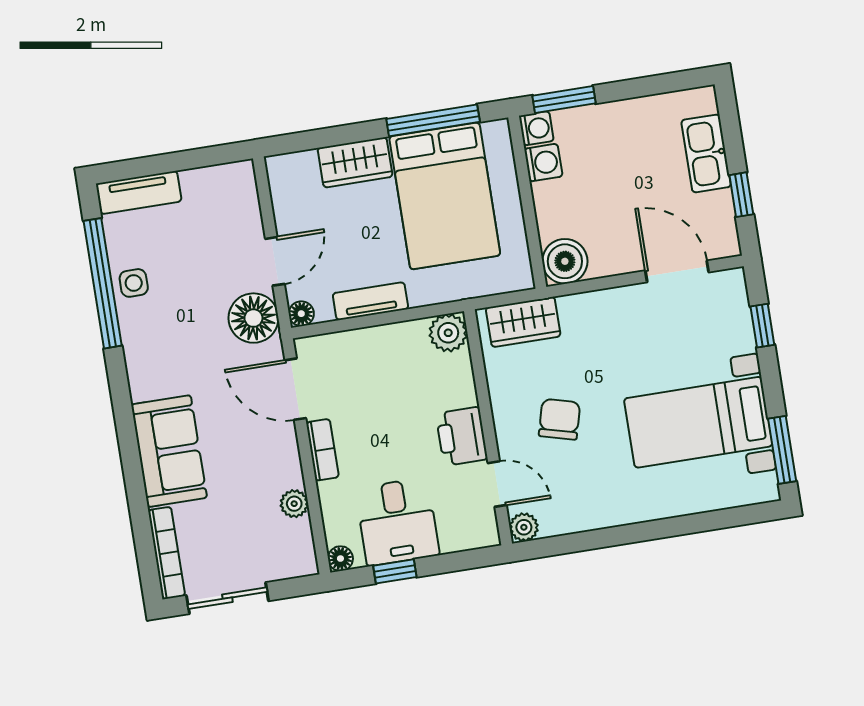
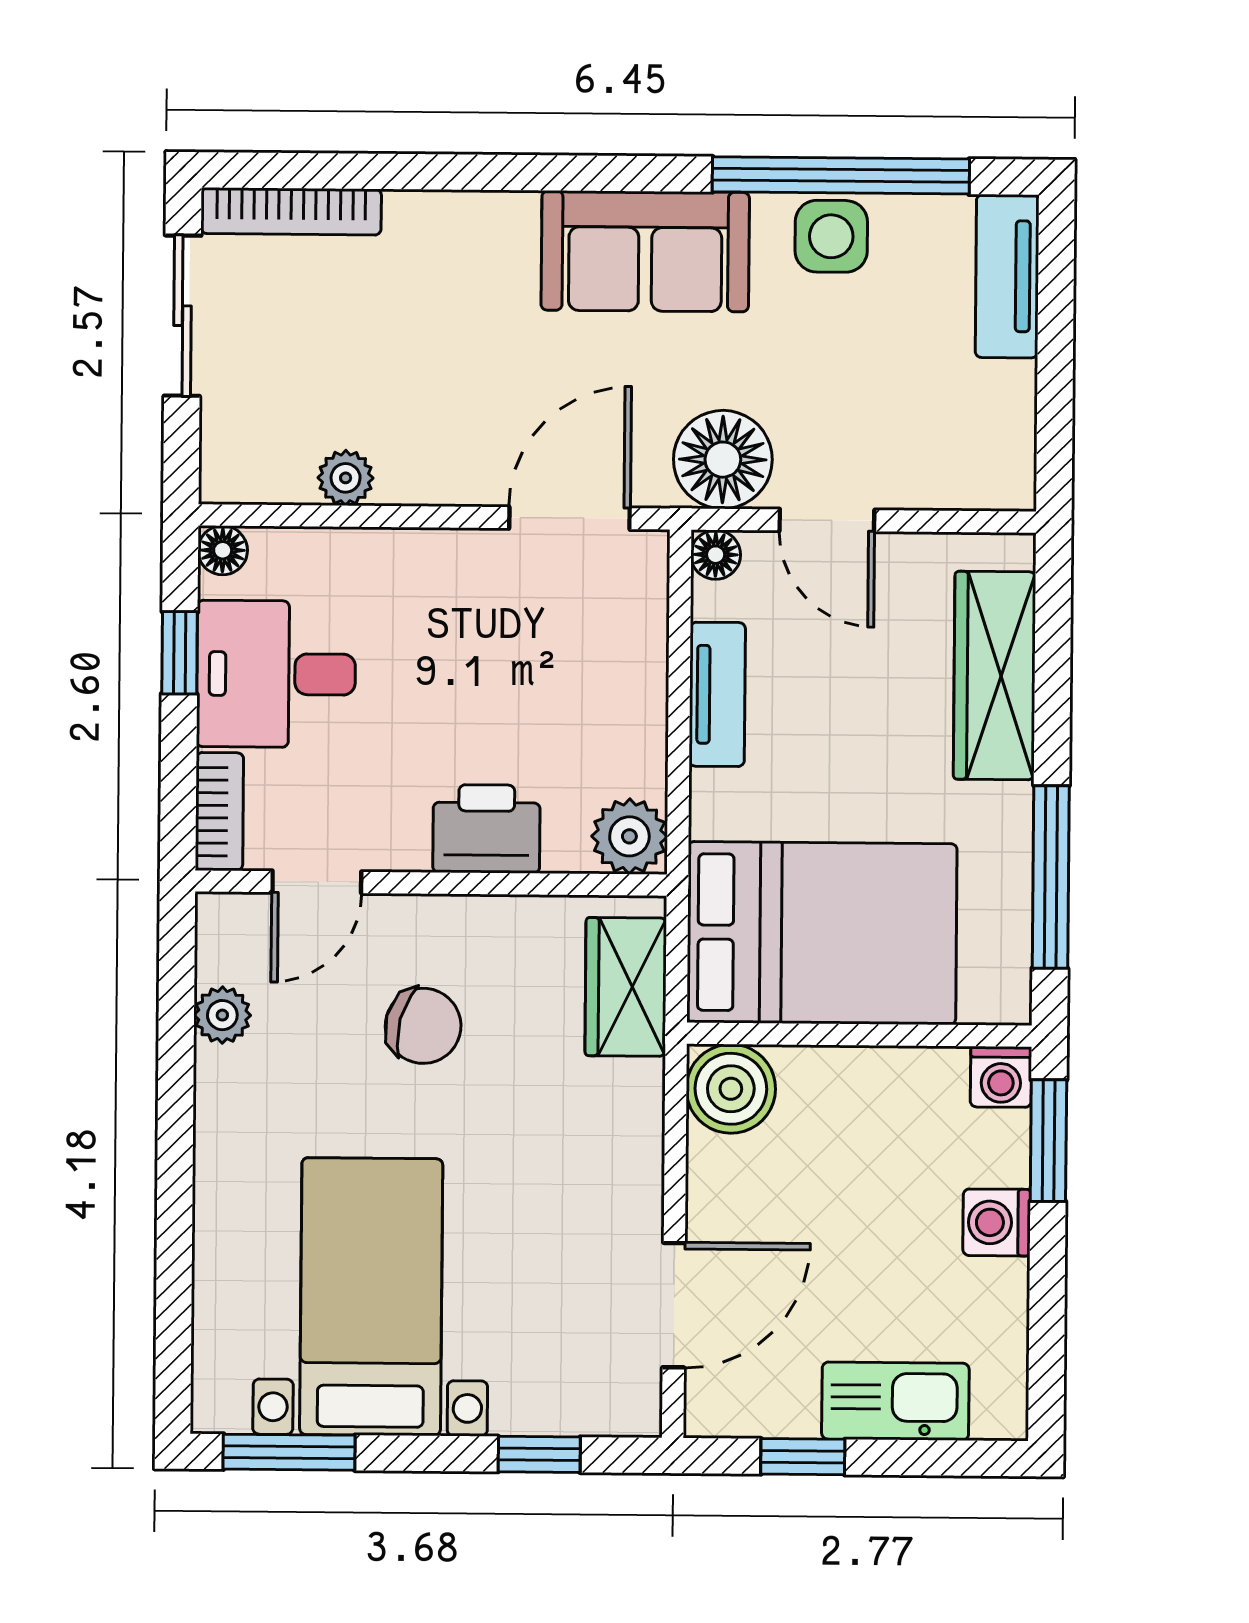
wardrobe: (355, 162) -> (995, 676), width x1.50
washing machine: (543, 163) -> (997, 1222), moved, turned 90
bed: (445, 196) -> (822, 933), moved, turned 180
side table: (134, 283) -> (831, 236), width x1.37, depth x1.37
printer: (462, 436) -> (486, 829), moved
bookcase: (323, 450) -> (219, 812), moved, turned -90
sofa: (169, 451) -> (645, 251), moved
plant: (524, 527) -> (222, 1015), moved

